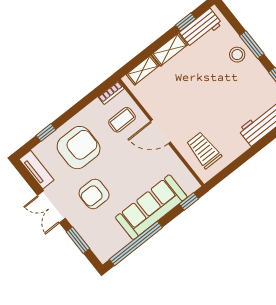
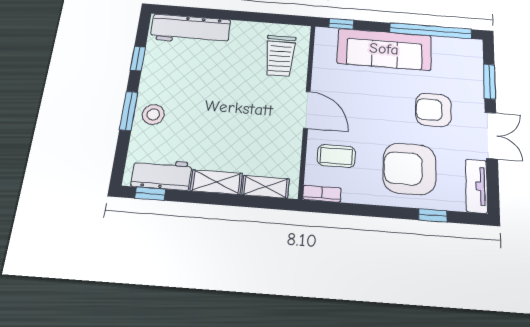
window: (186, 22) -> (150, 194), moved
armchair: (94, 194) -> (433, 110), turned 180

